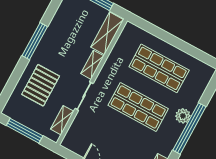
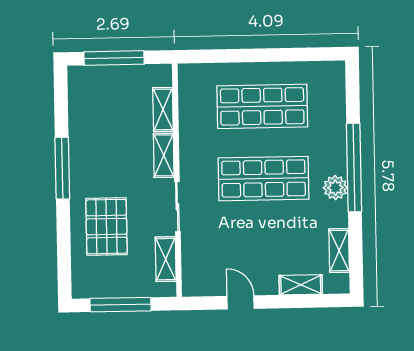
shelving: (107, 33) -> (163, 109), width x0.67, depth x0.75
plant: (183, 116) -> (335, 188), moved

